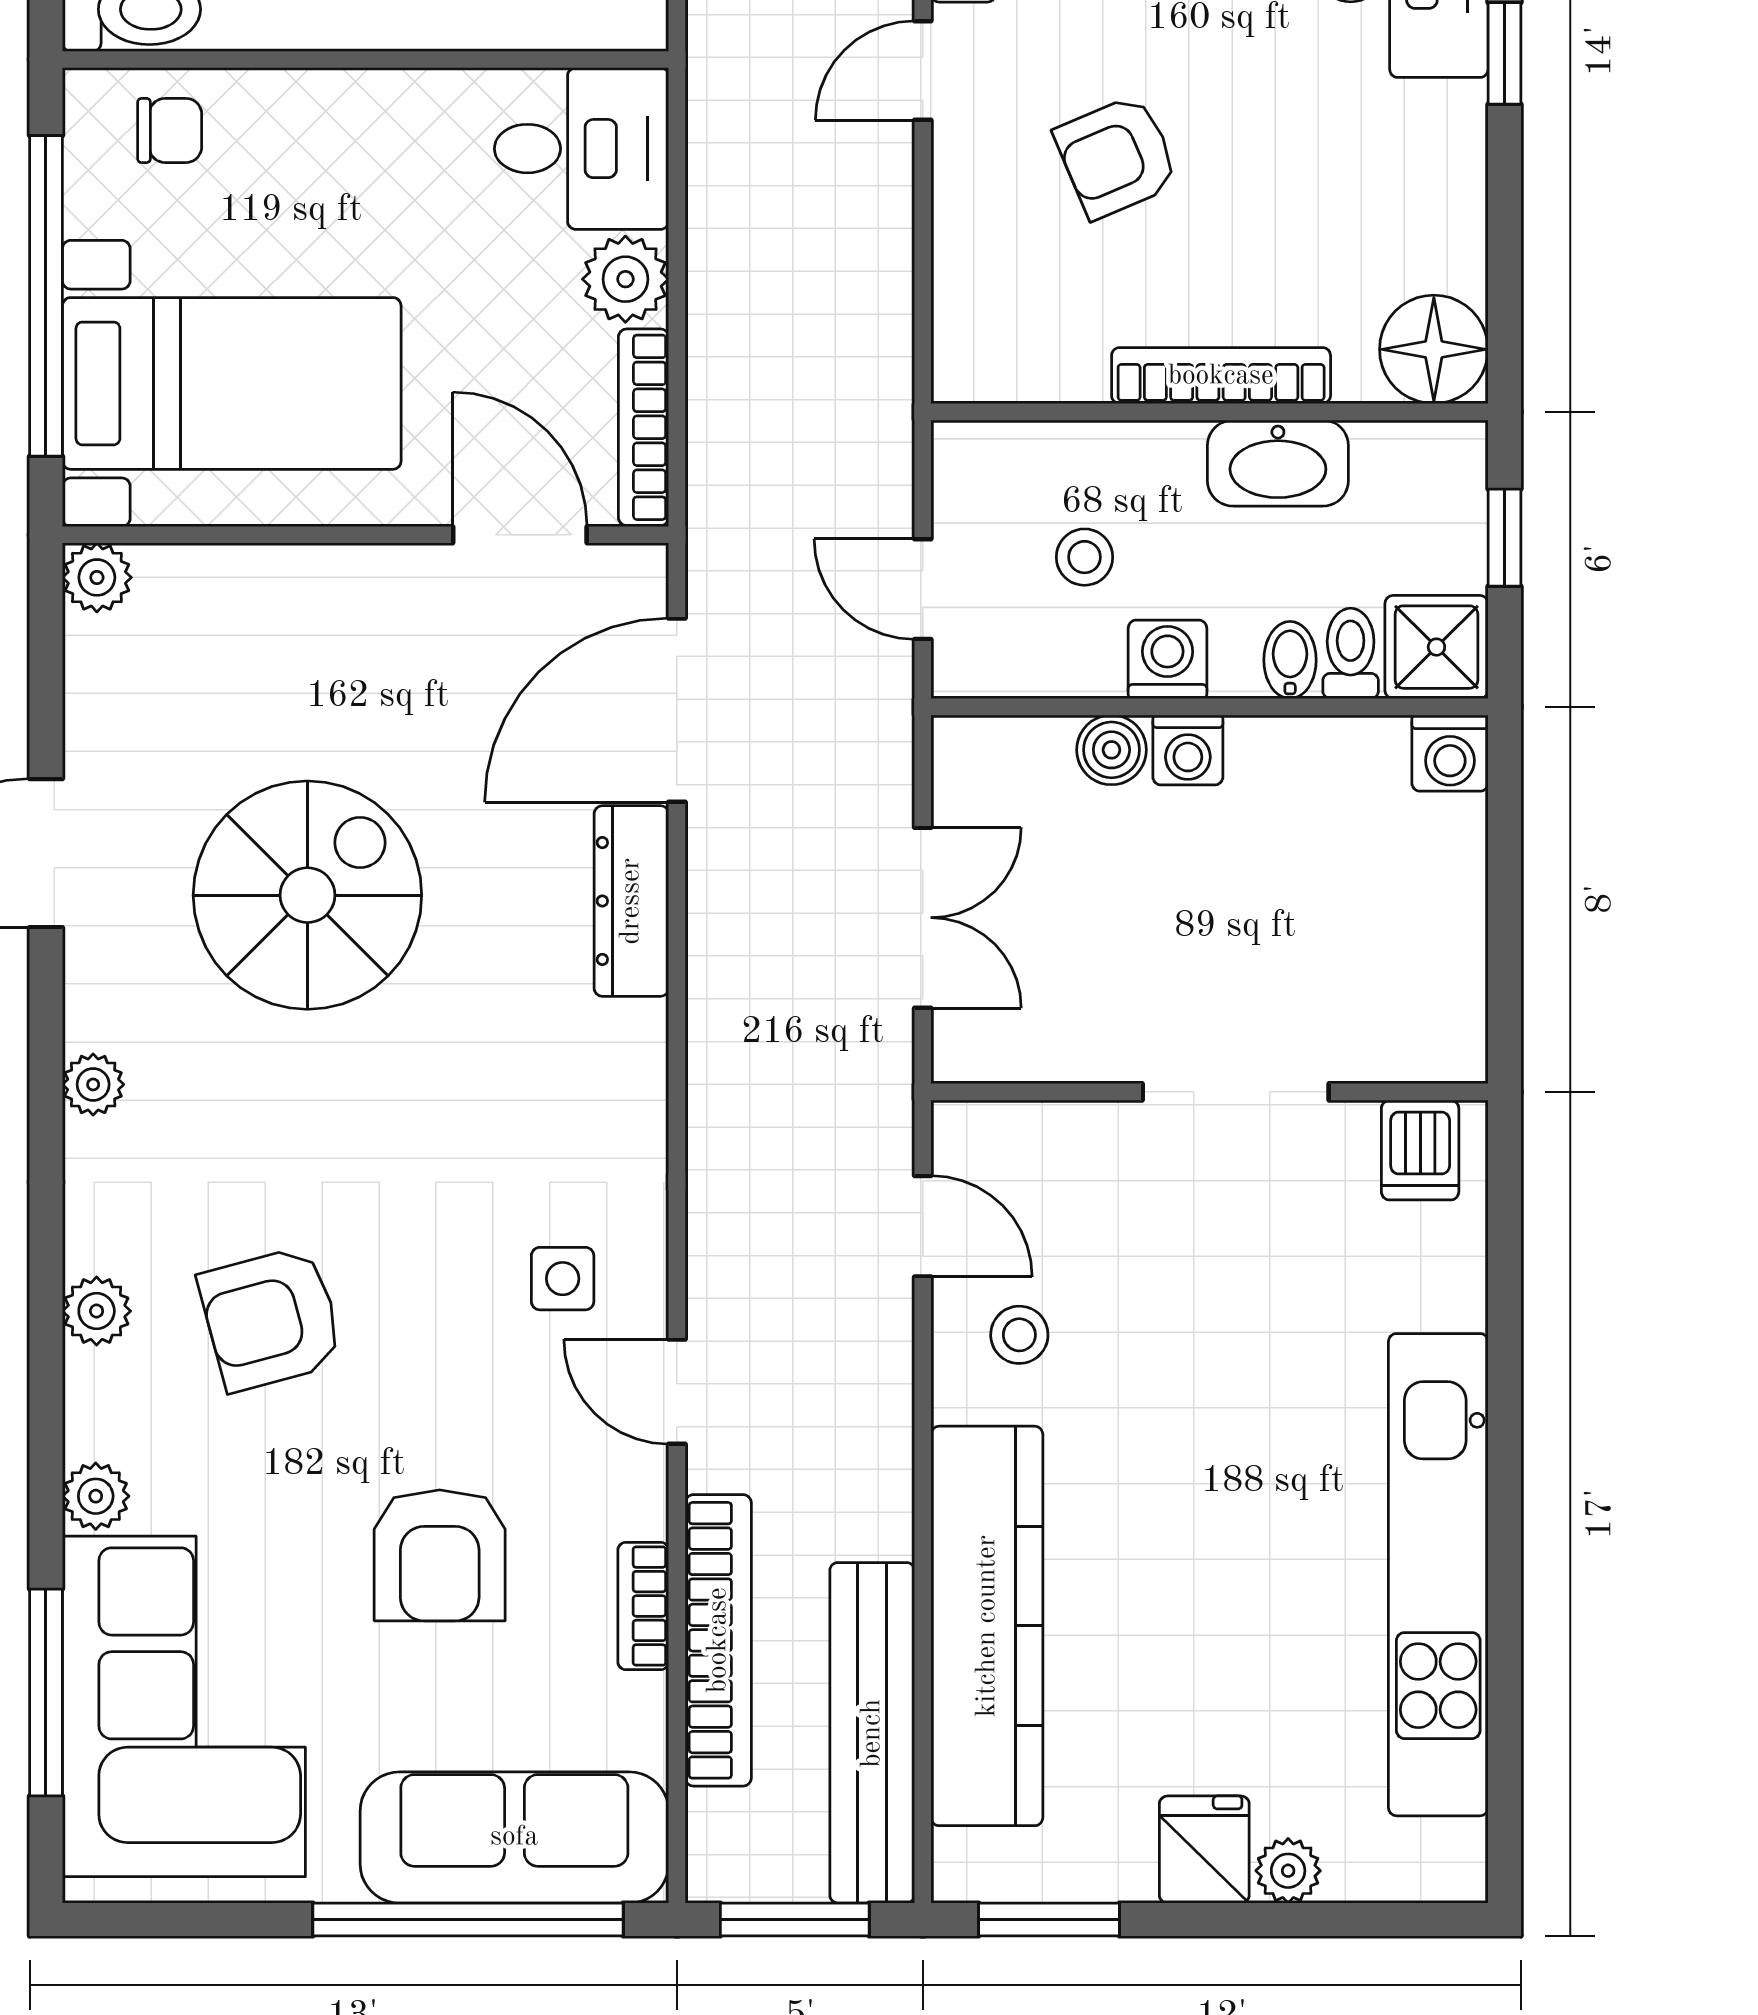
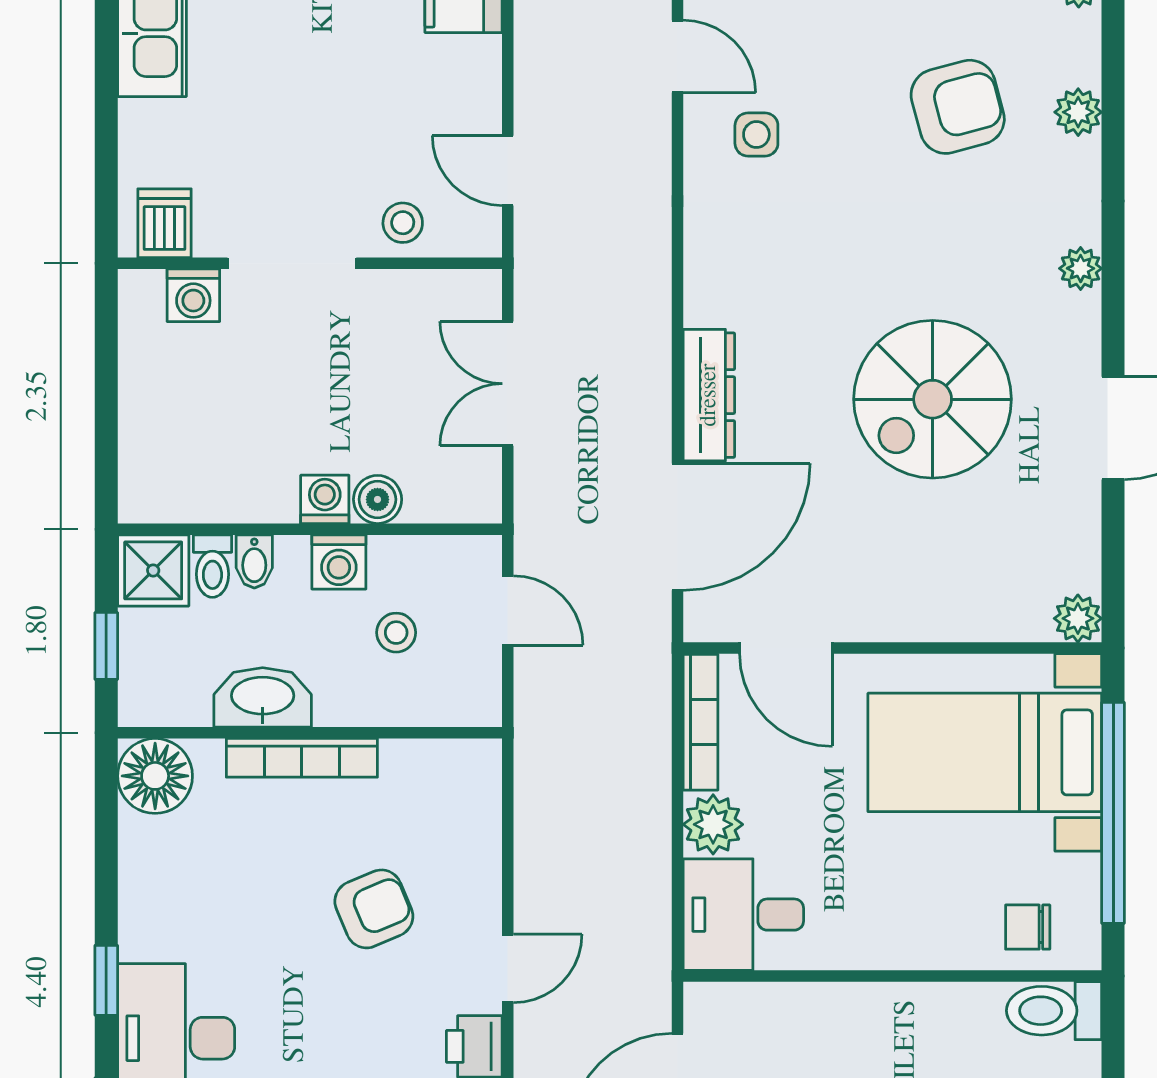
washing machine: (1450, 753) -> (193, 295), moved, turned 180
stool: (1019, 1335) -> (403, 223), moved

